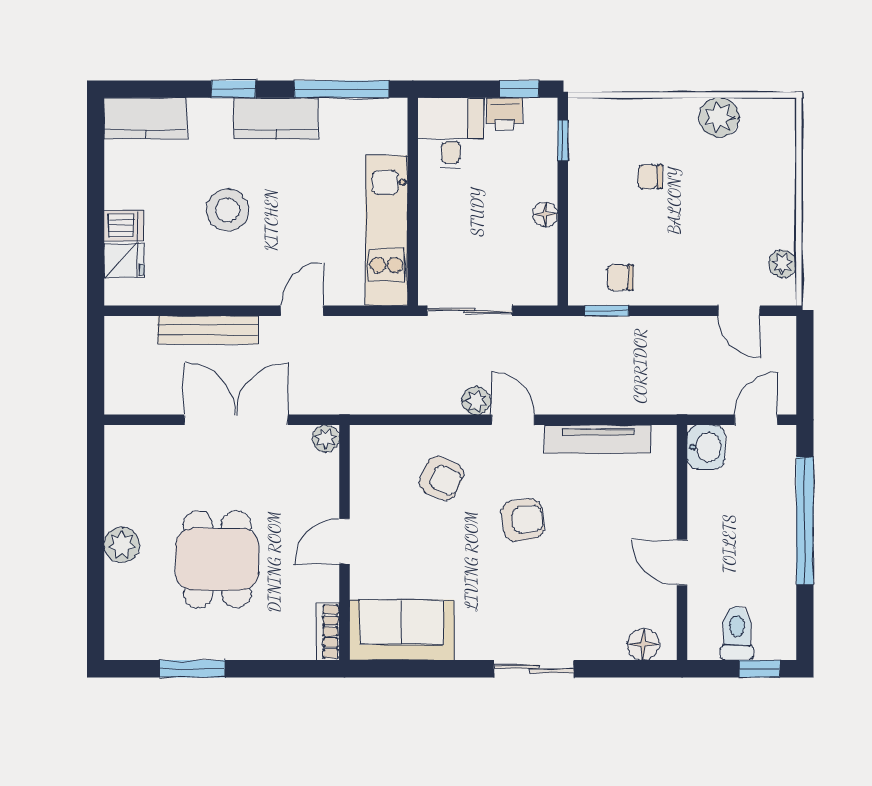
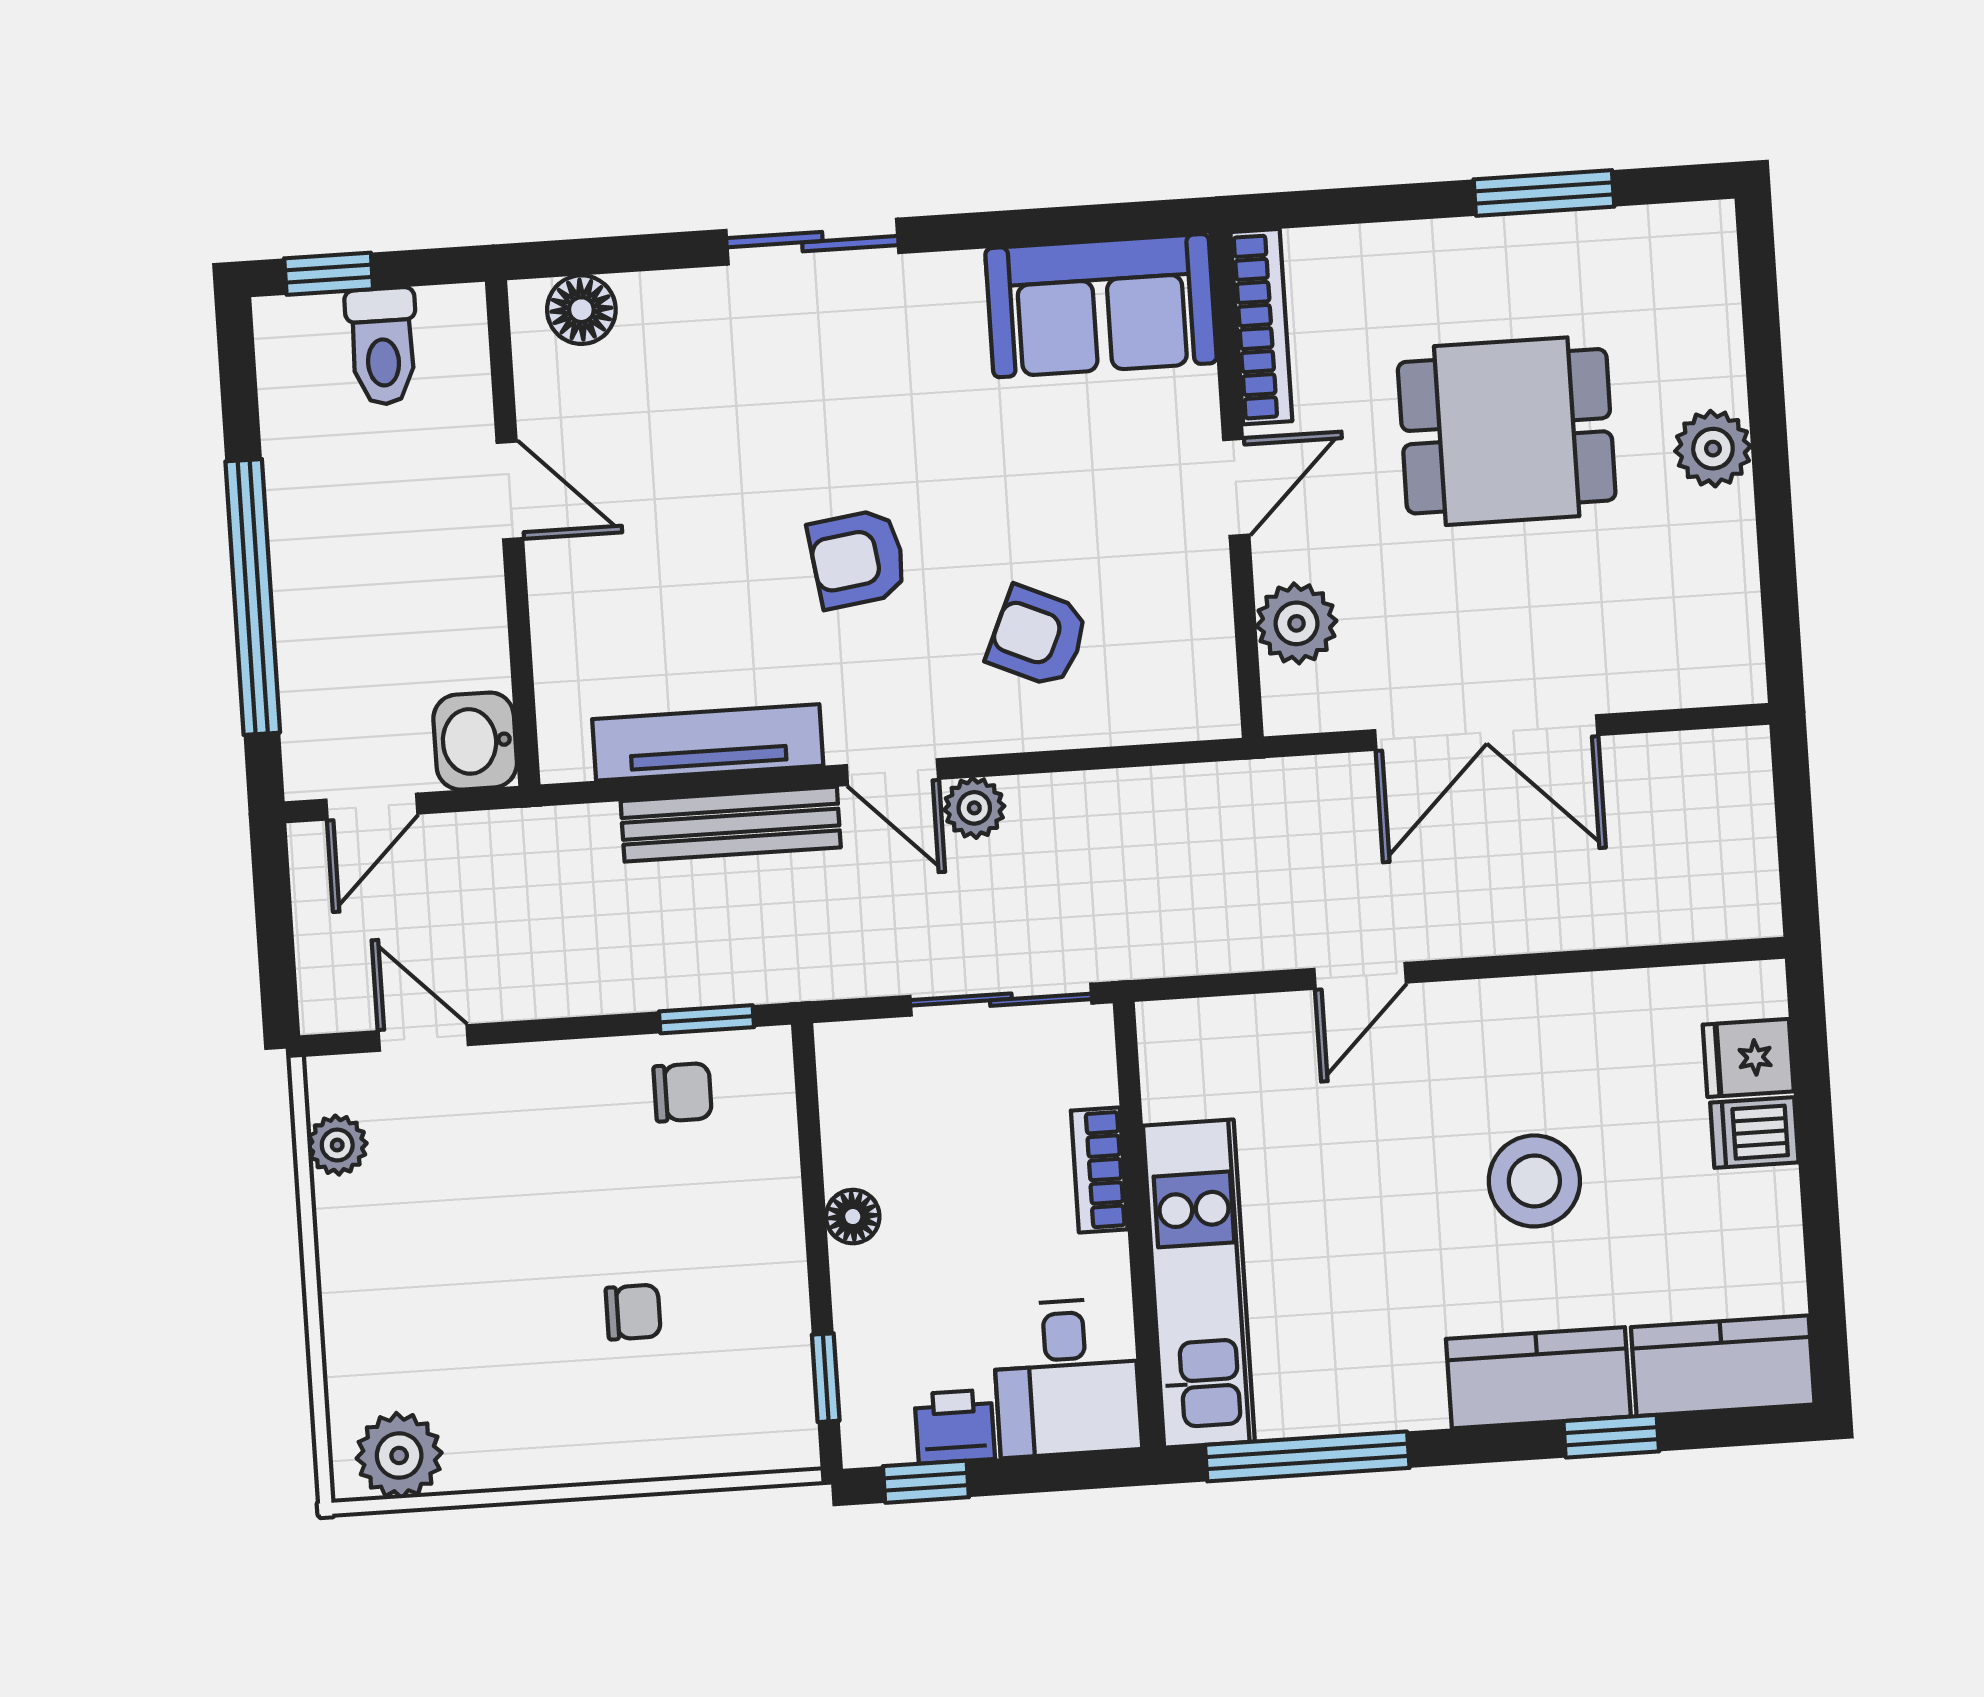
window: (233, 89) -> (1611, 1436), moved
plant: (719, 117) -> (399, 1455), moved
kitchen counter: (276, 118) -> (1538, 1378), moved
bookcase: (429, 229) -> (1099, 1170), added
kitchen unit: (386, 230) -> (1199, 1284), moved
bench: (208, 330) -> (731, 824), moved
plant: (326, 439) -> (1297, 623), moved, width x1.38, depth x1.38
dining table: (217, 559) -> (1507, 431), turned 90
bookcase: (328, 632) -> (1261, 327), width x1.56

